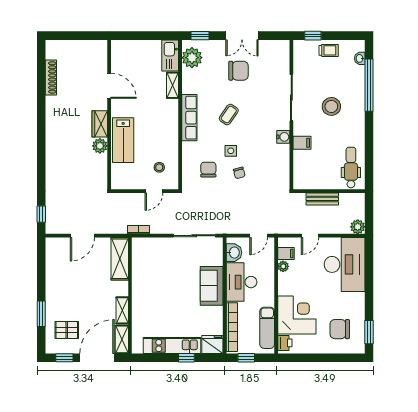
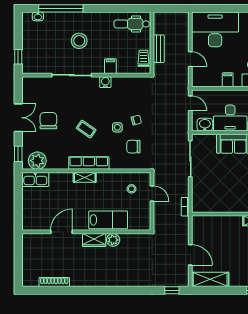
trolley: (329, 50) -> (144, 58), moved
shelving: (173, 85) -> (85, 177), moved
plant: (358, 227) -> (183, 18), removed
filing cabinet: (286, 254) -> (228, 80), moved
shelving: (120, 259) -> (210, 279), moved
plant: (283, 266) -> (217, 82), removed

